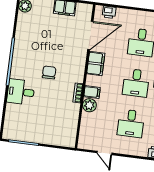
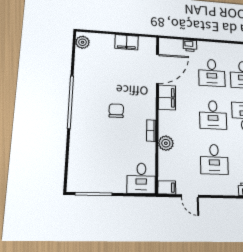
printer: (109, 12) -> (190, 46), moved
desk: (21, 92) -> (141, 178), moved, turned -90
filing cabinet: (92, 92) -> (167, 187), moved

